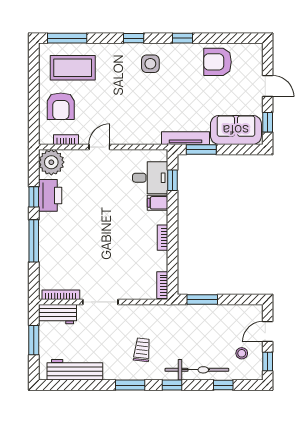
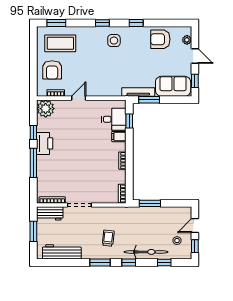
window: (67, 38) -> (56, 23), width x0.69
plant: (256, 63) -> (187, 40), added
printer: (50, 195) -> (45, 143), moved

